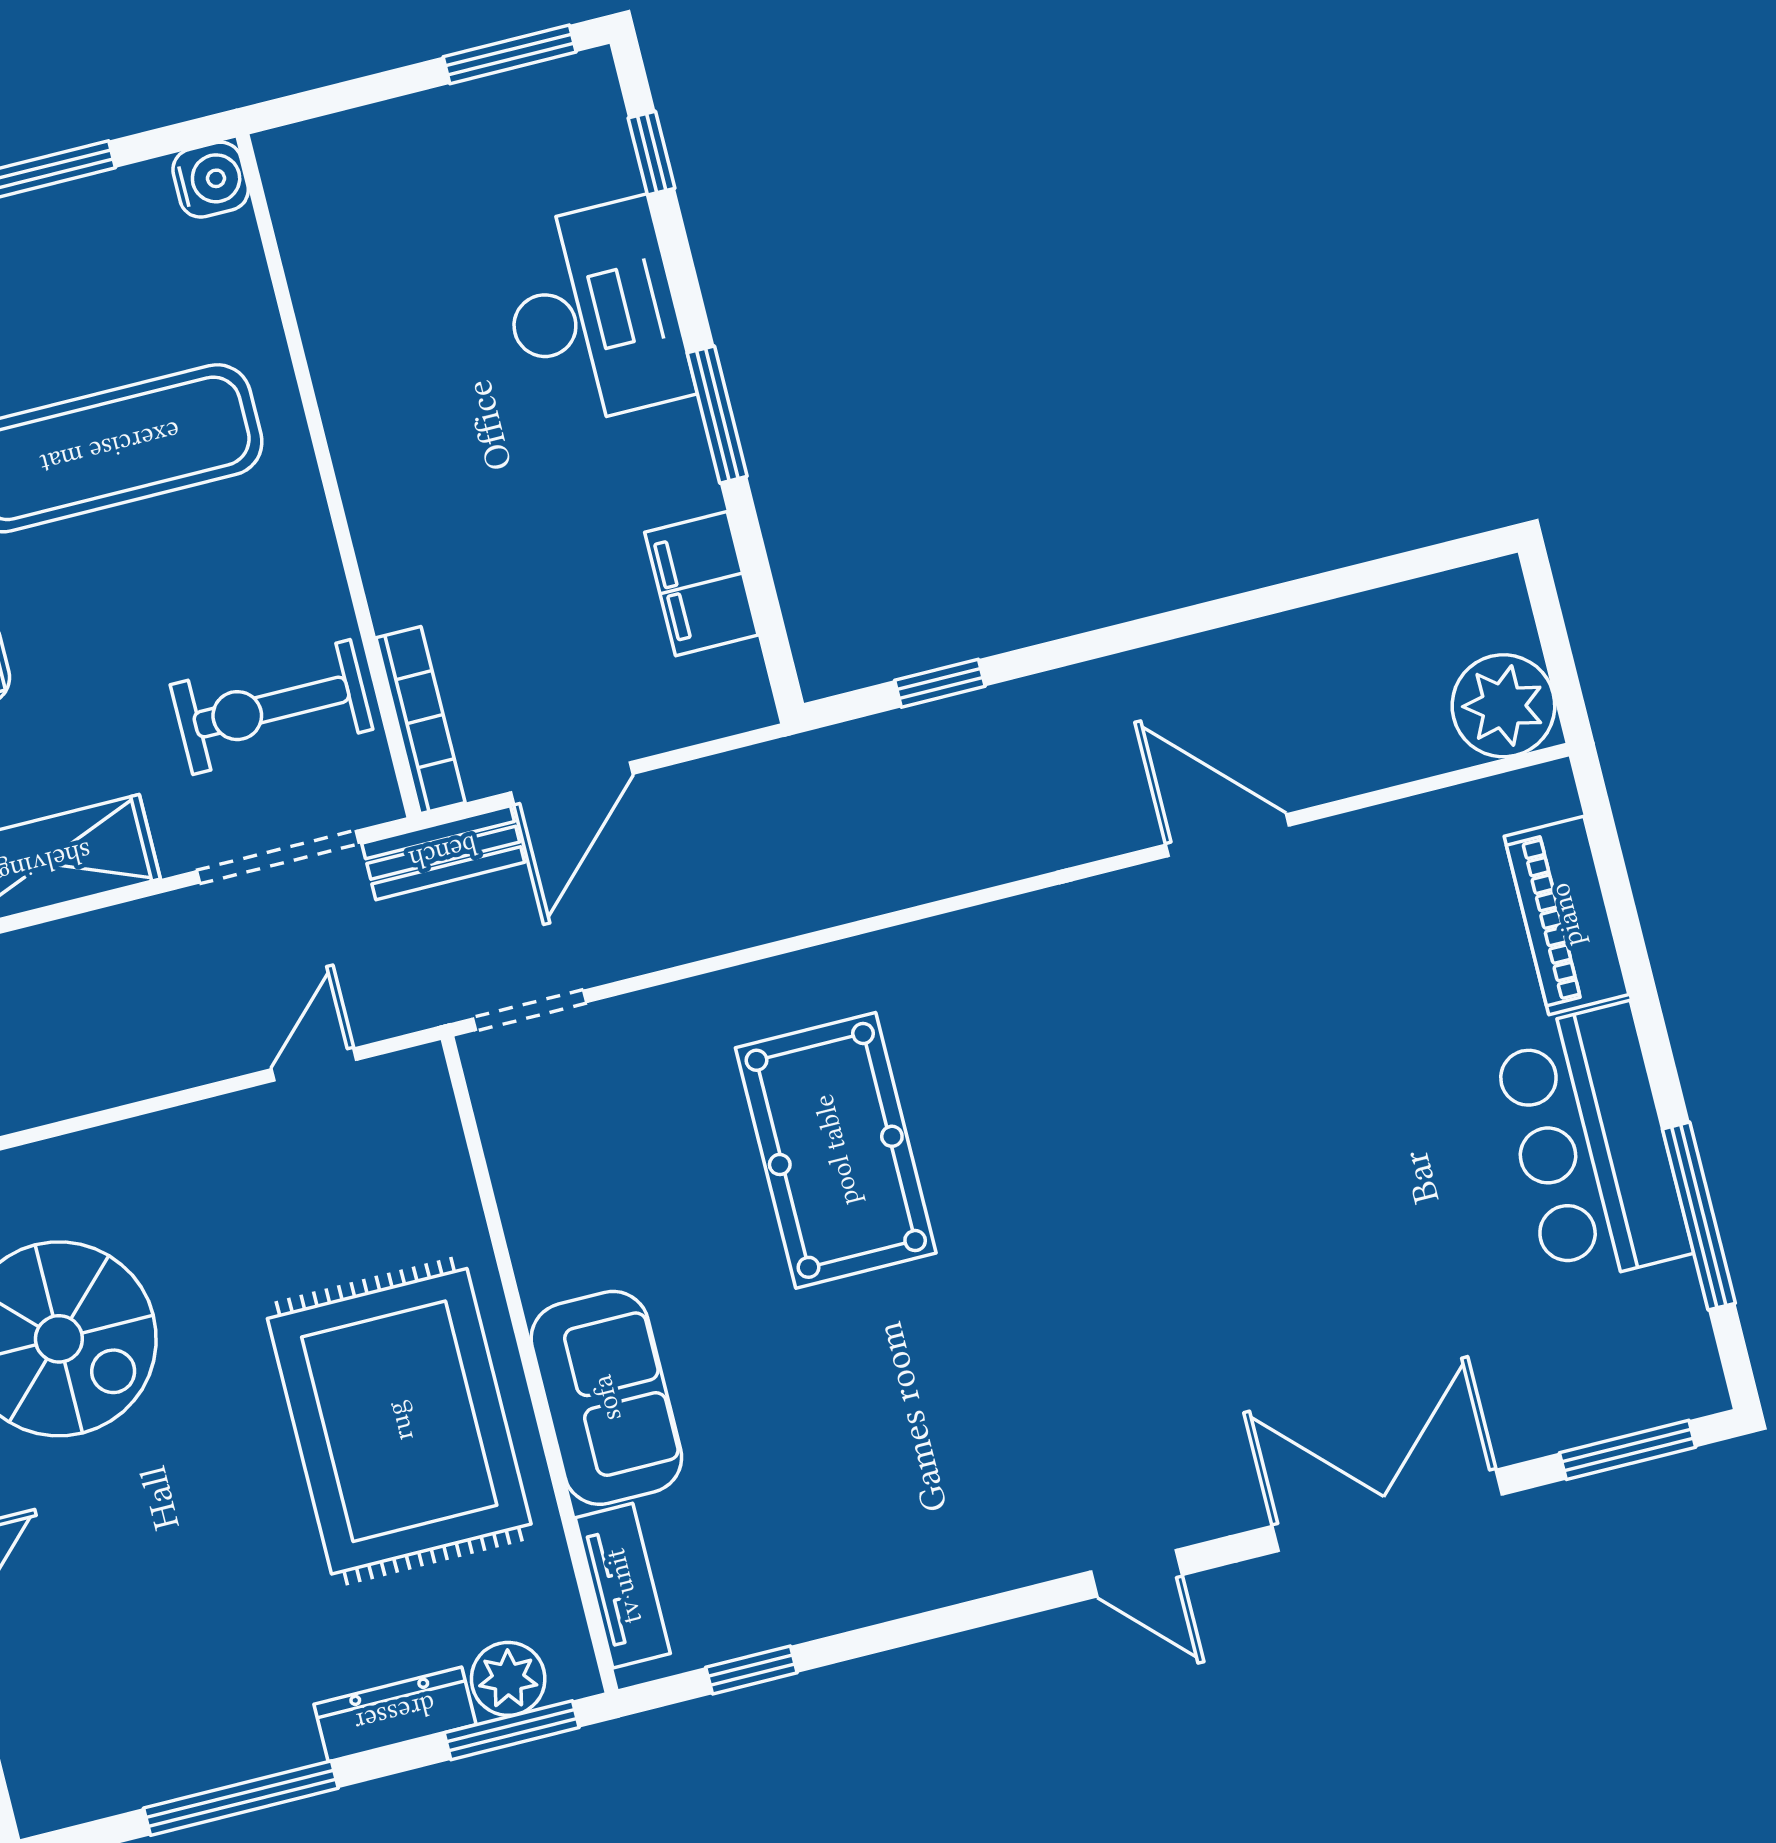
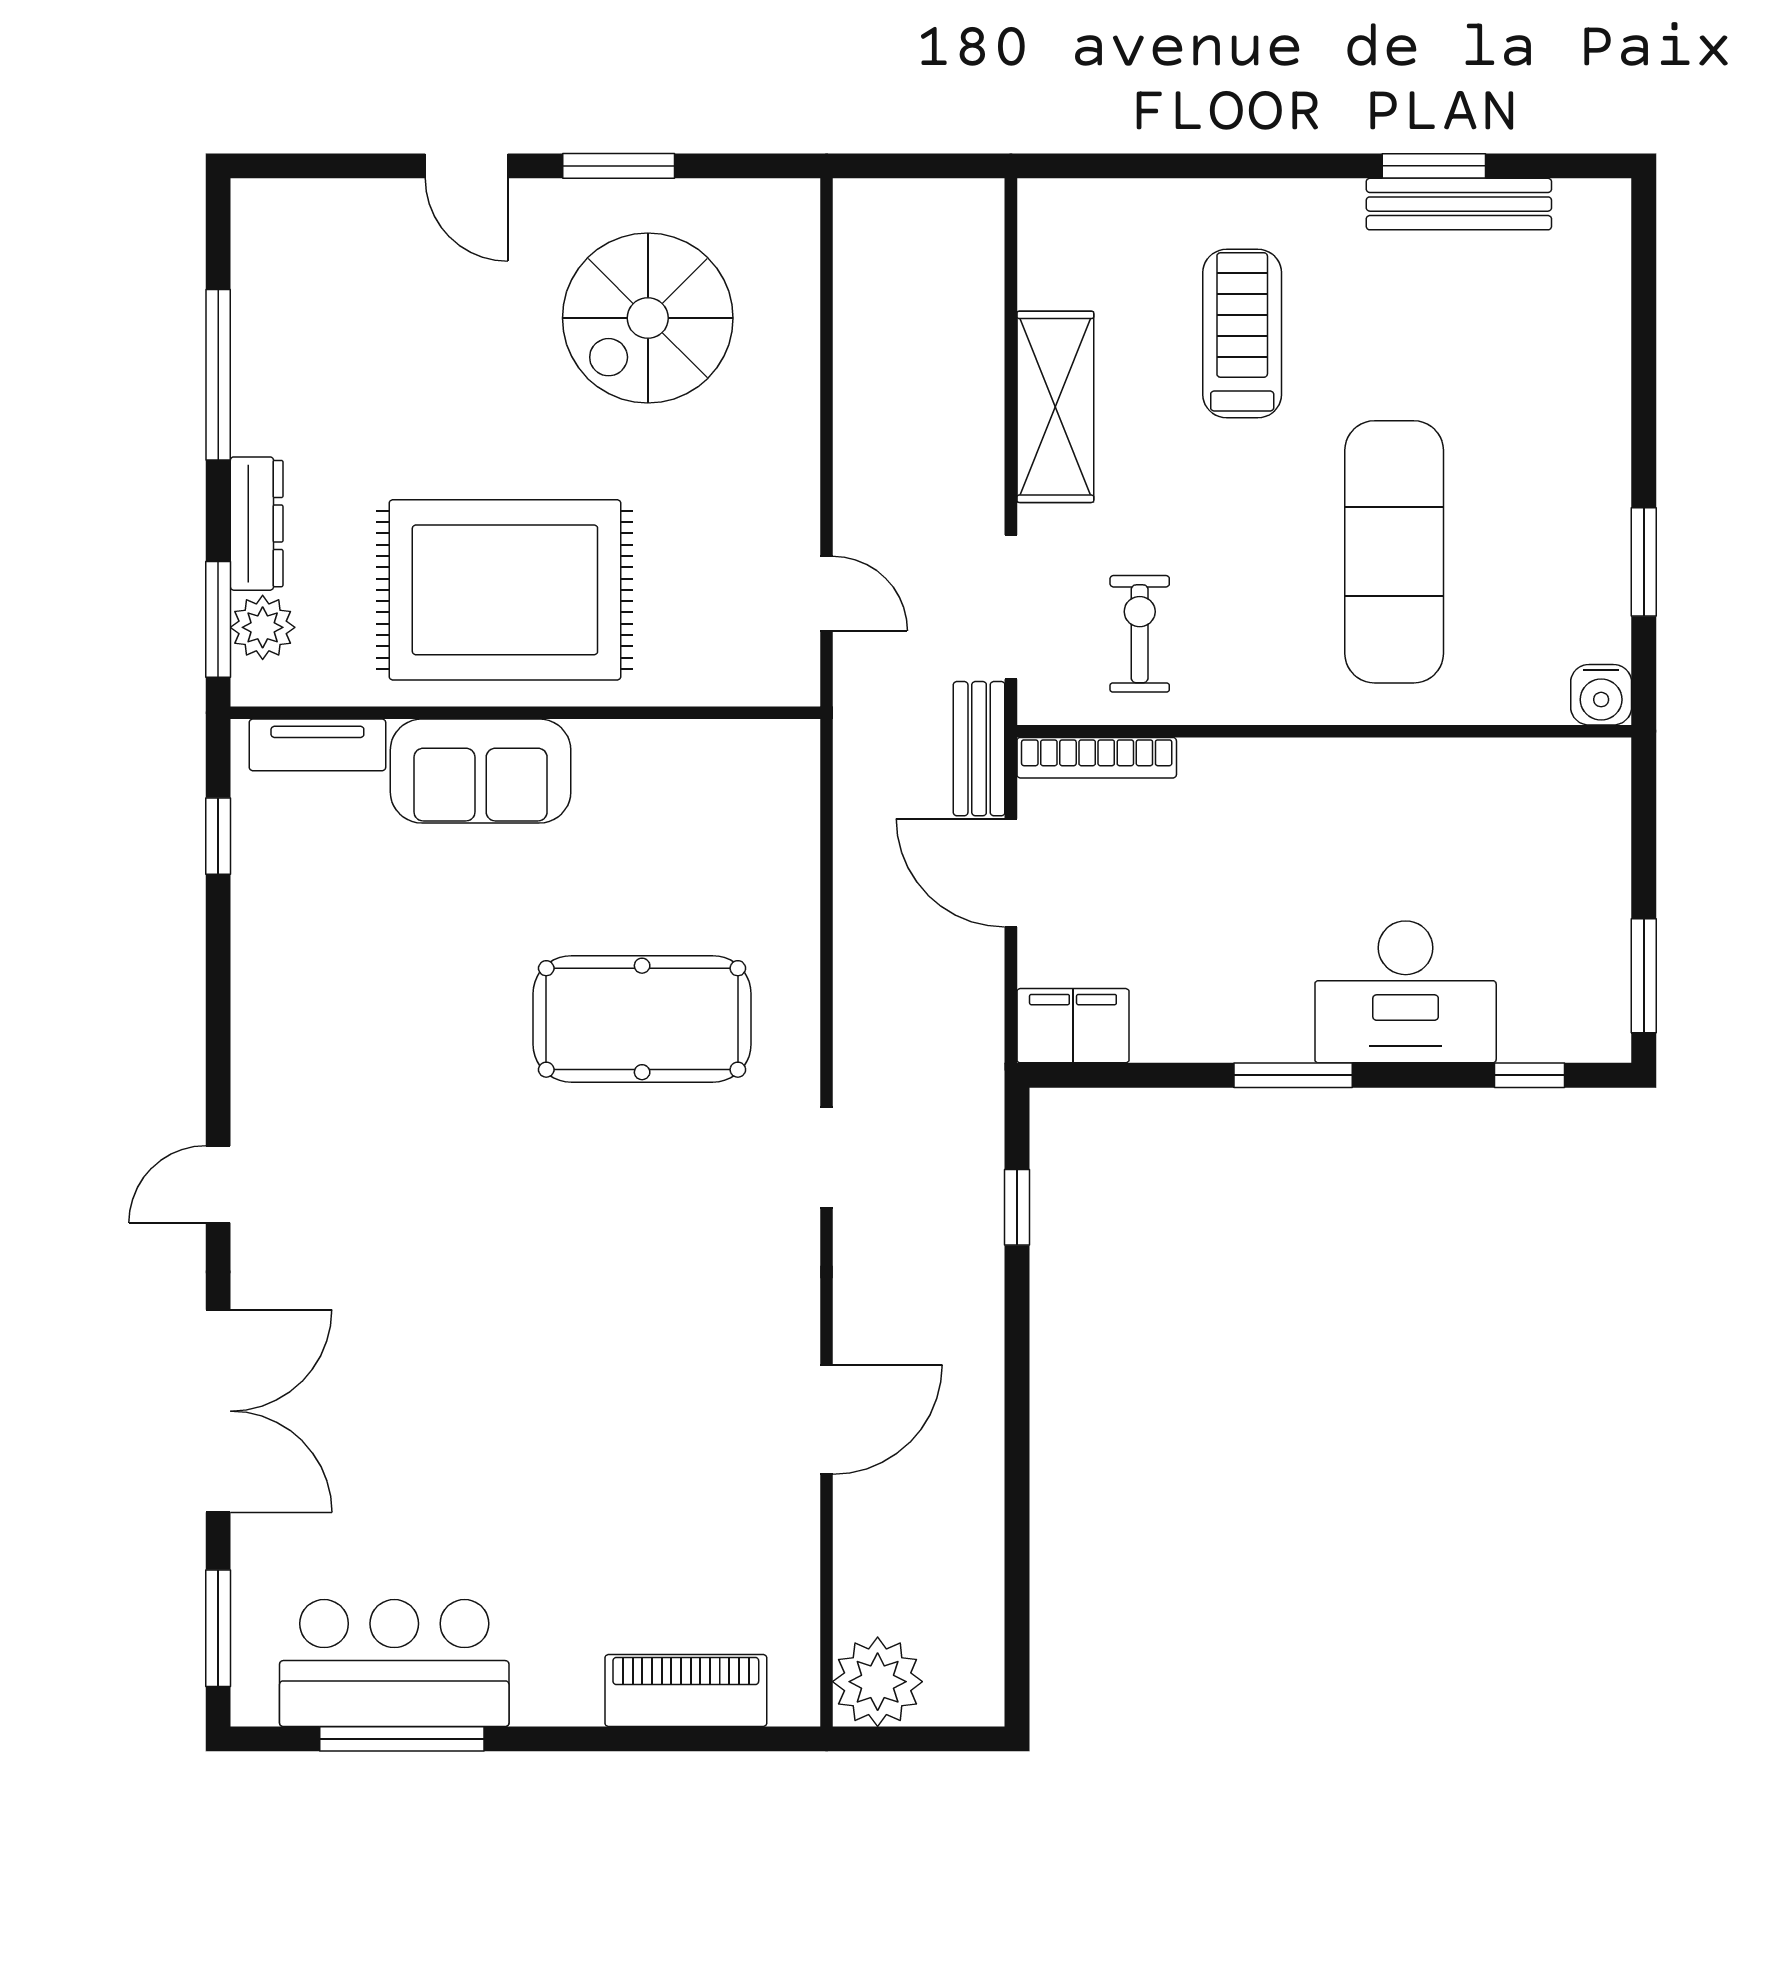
filing cabinet: (701, 584) -> (1073, 1026), moved
exercise bike: (271, 707) -> (1140, 634), width x0.73, depth x0.72
doorway: (529, 1010) -> (827, 1158), moved
bar counter: (1592, 1144) -> (394, 1663), moved

